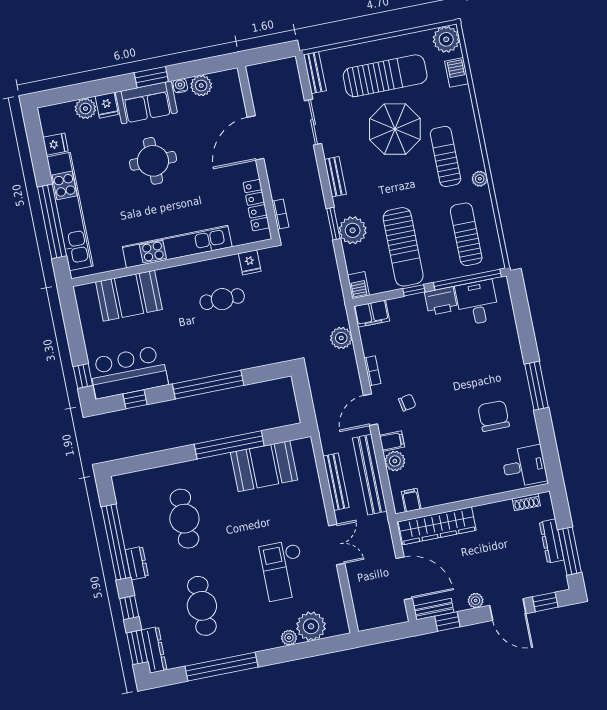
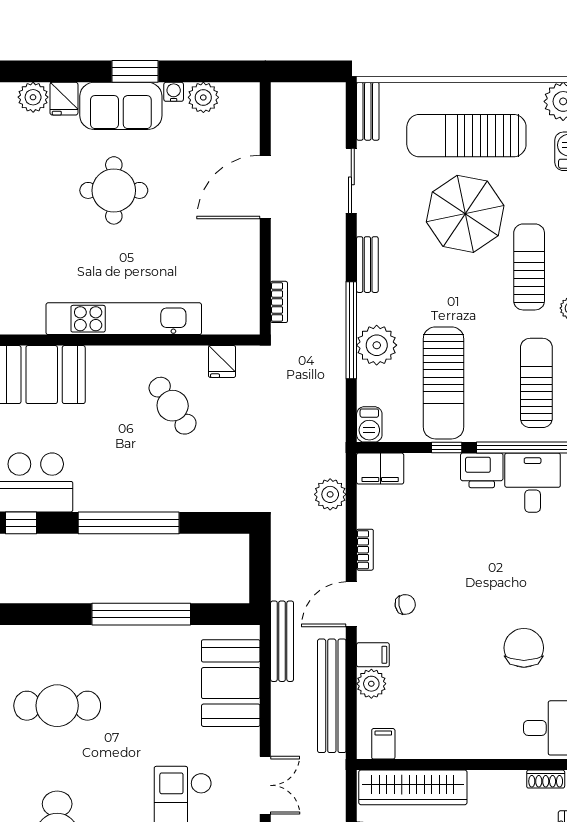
sun lounger: (385, 76) -> (466, 136), turned 180
locker: (256, 205) -> (248, 282), removed
window: (333, 224) -> (351, 330), width x2.11
cafe table: (222, 299) -> (173, 406), turned 55
booth: (264, 466) -> (231, 683), moved, turned 90
bench: (336, 482) -> (282, 641), moved
cafe table: (184, 519) -> (57, 706), turned 90

